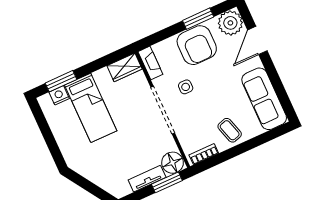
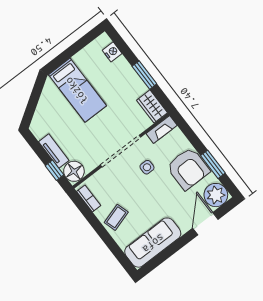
door: (257, 40) -> (205, 224), hinge flipped
armchair: (197, 45) -> (188, 169), turned -90
window: (61, 81) -> (144, 75), moved
bed: (91, 108) -> (77, 90), moved, turned -90
window: (167, 182) -> (54, 170), width x0.67

